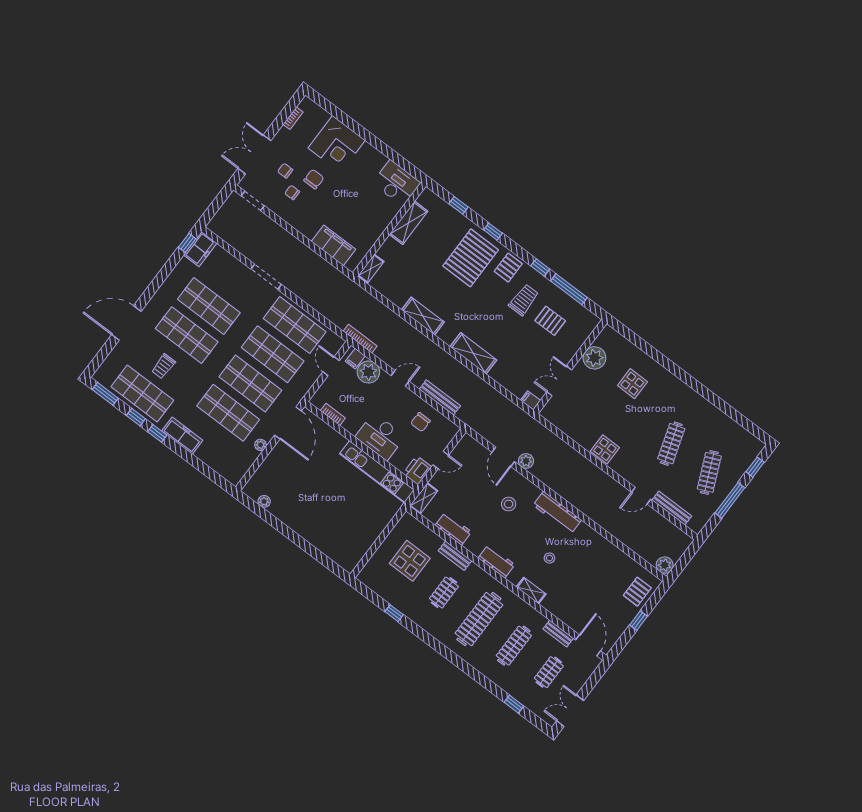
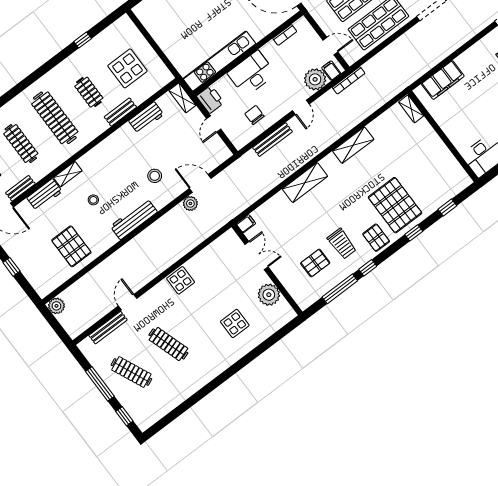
shelving: (409, 223) -> (444, 156), removed
workbench: (496, 561) -> (44, 195), moved
pallet: (637, 592) -> (71, 246), moved, width x1.50, depth x1.42

